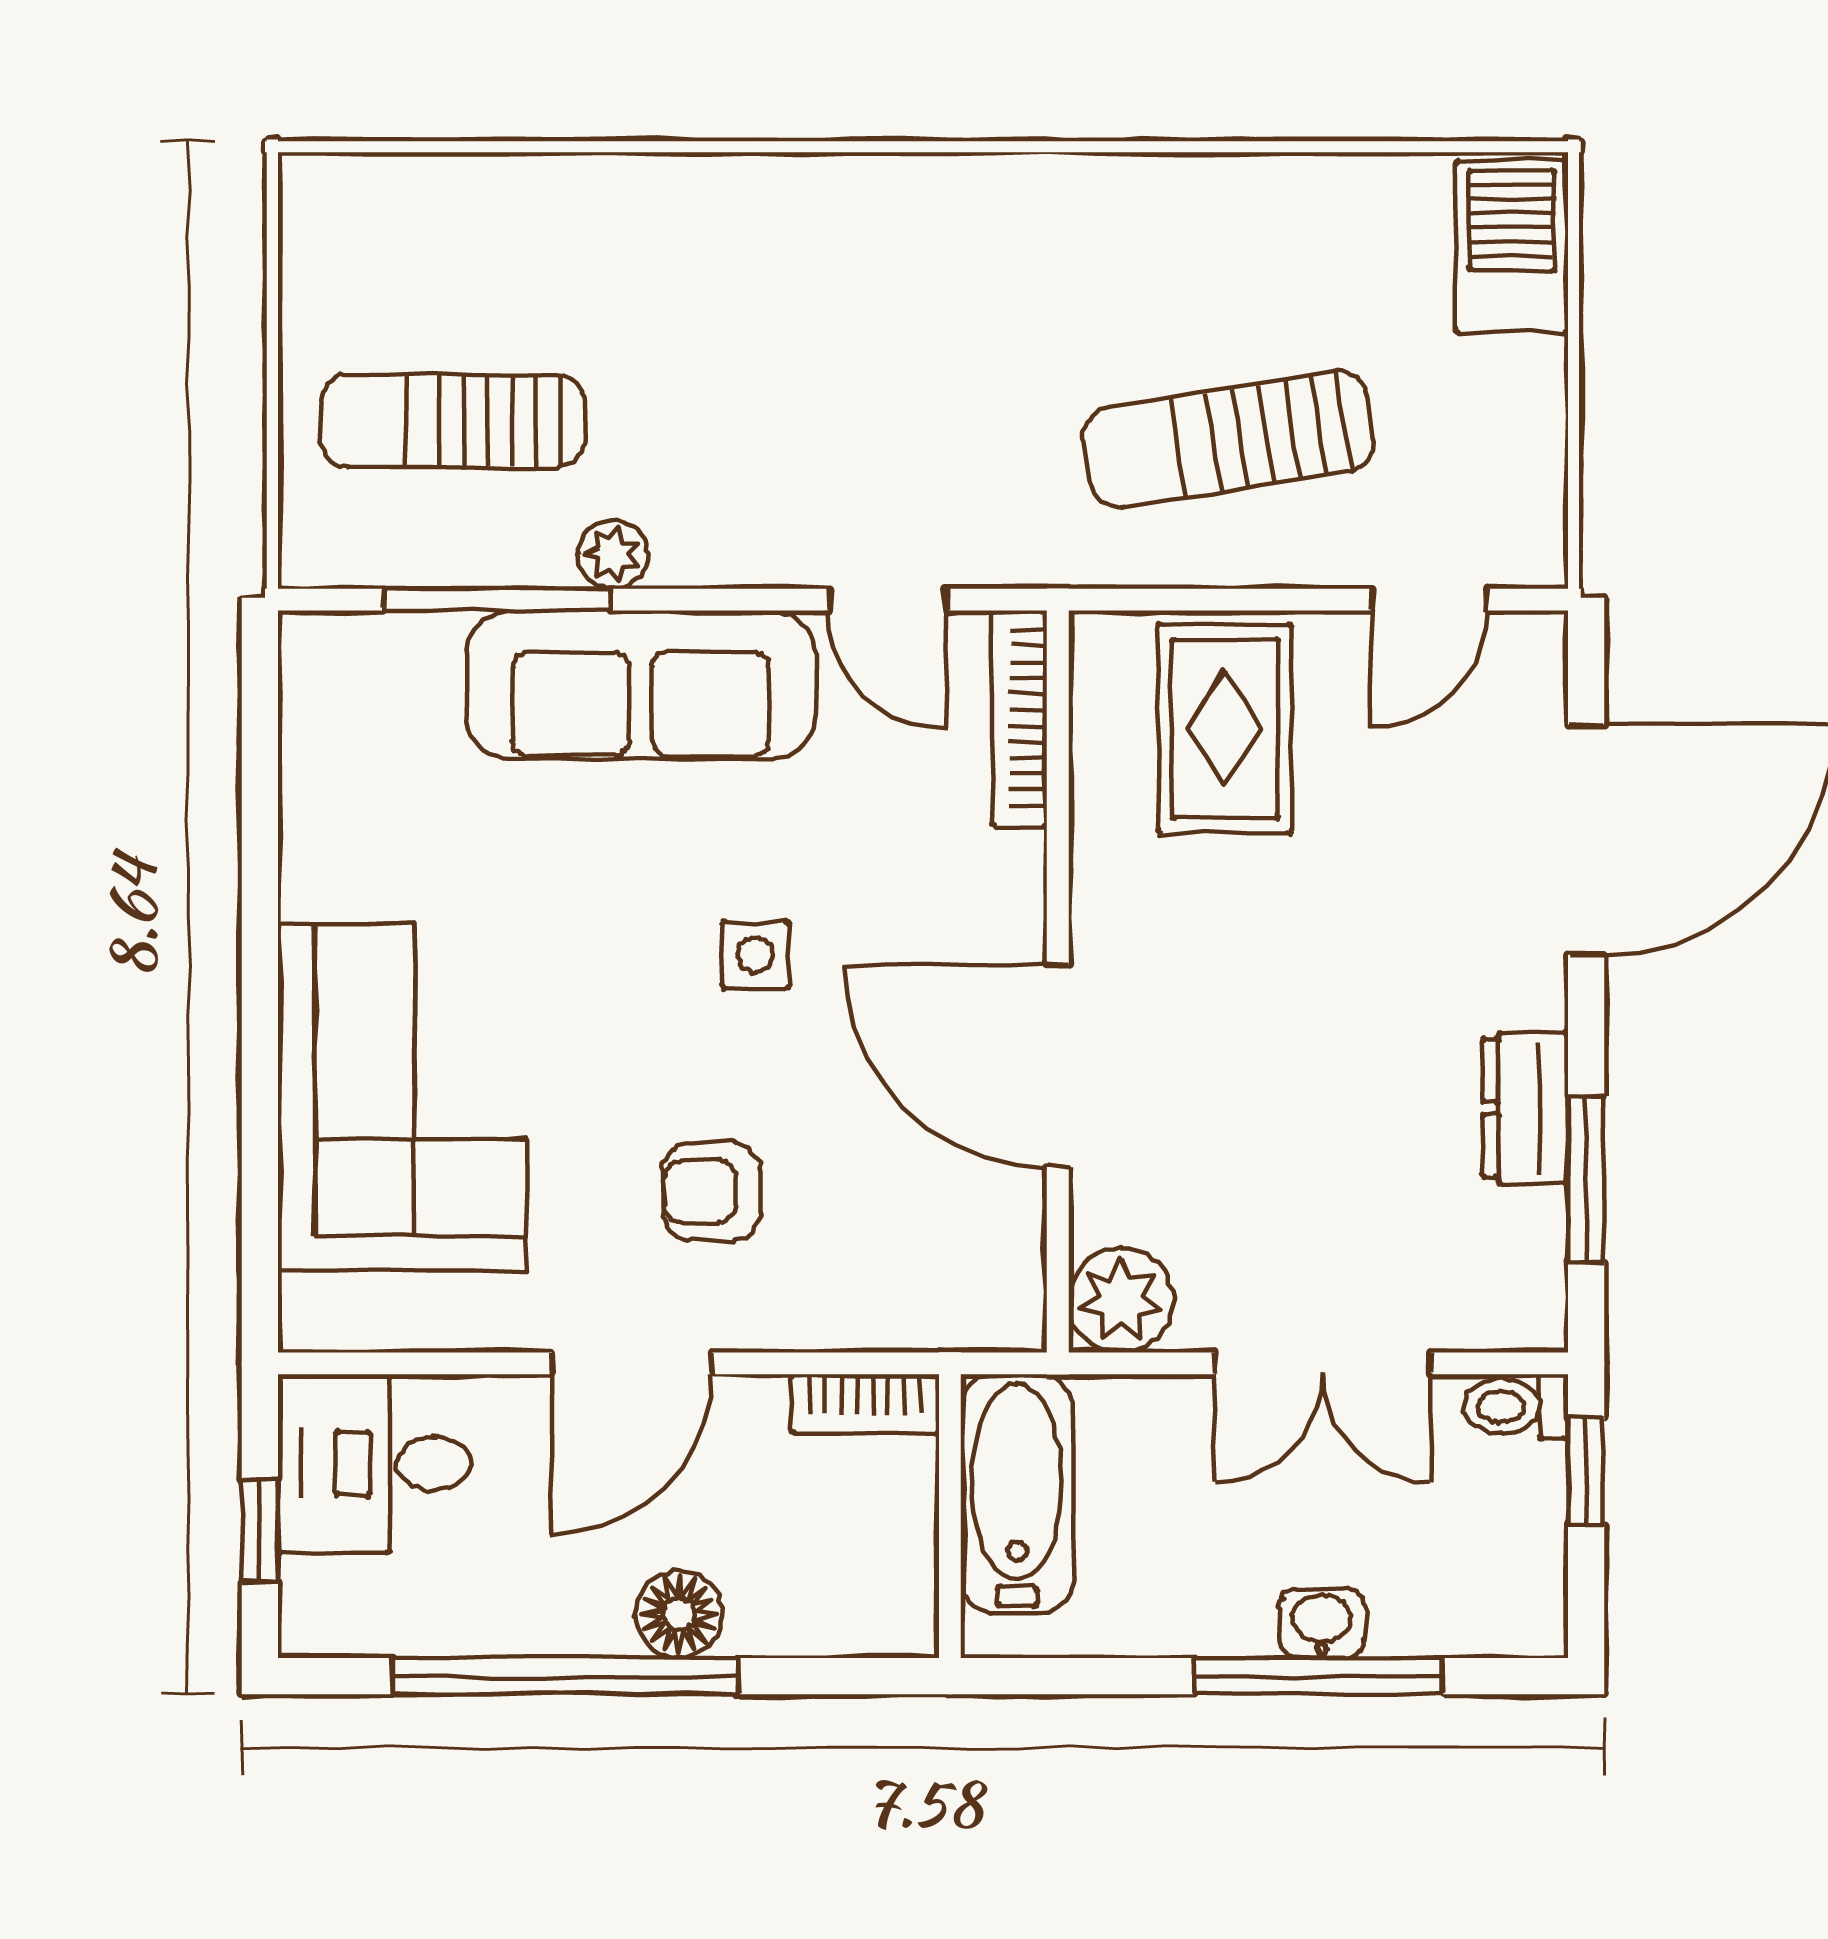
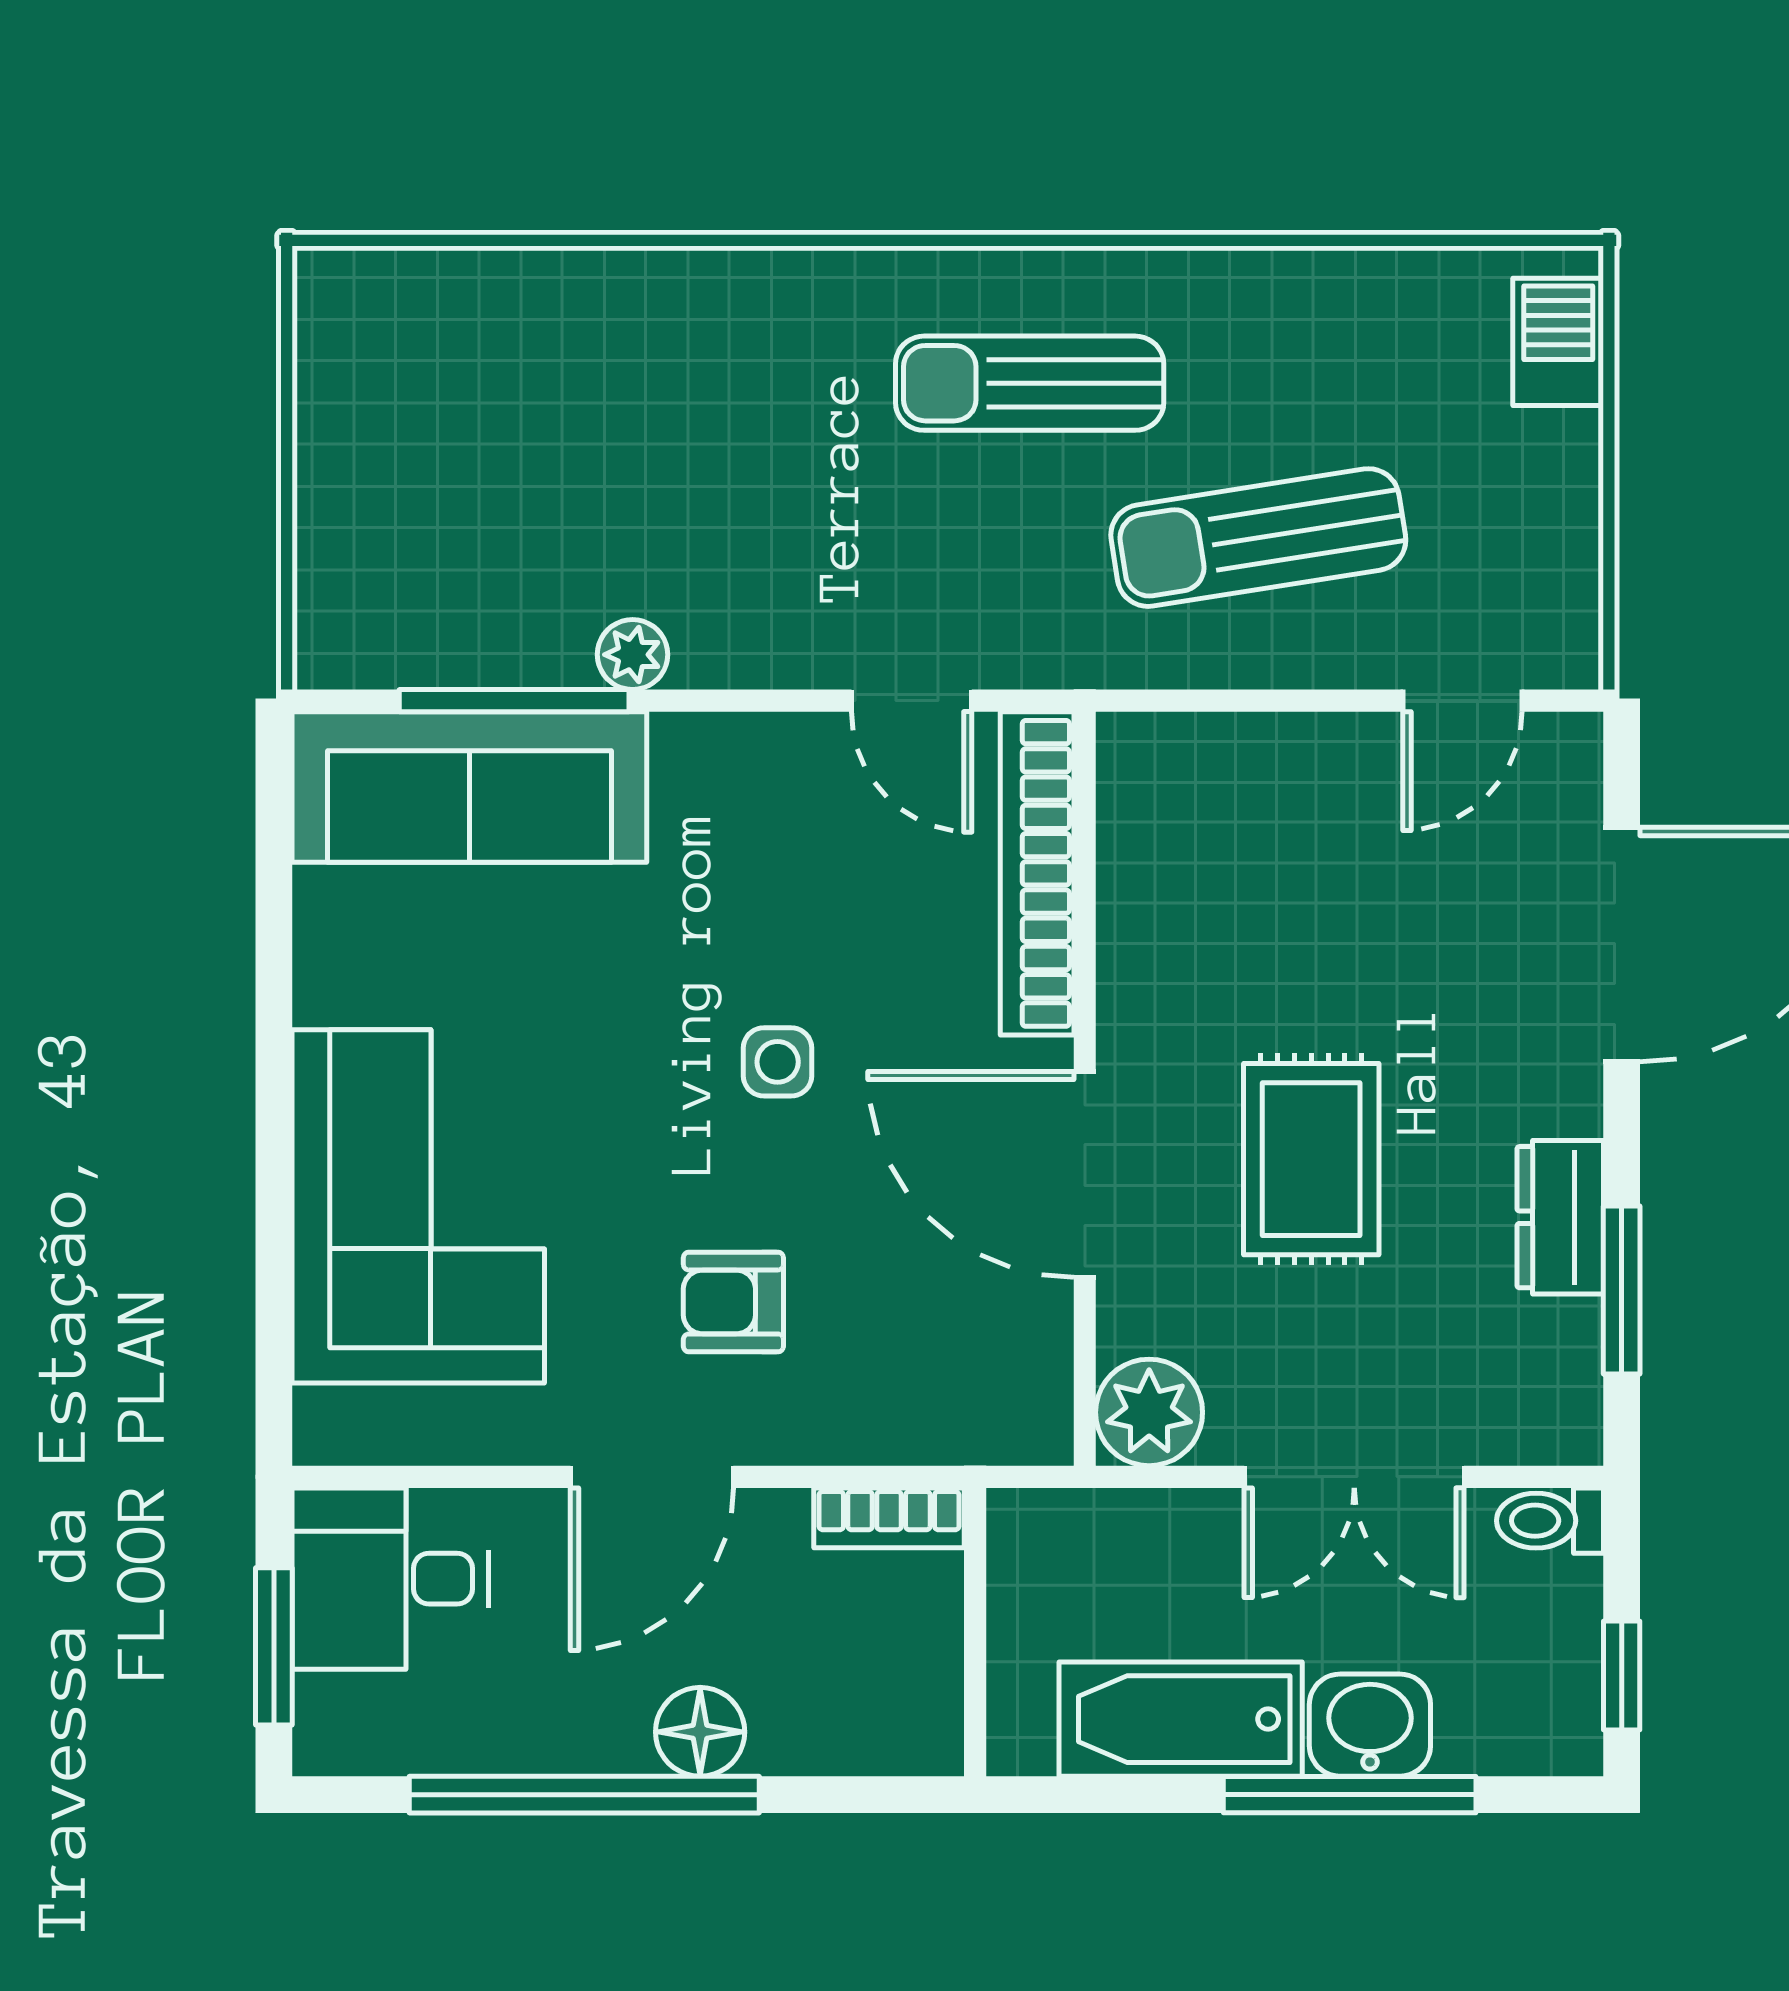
barbecue: (1512, 247) -> (1558, 342), width x0.73, depth x0.79
sun lounger: (453, 421) -> (1030, 383), moved
sofa: (641, 685) -> (469, 787), moved
bookcase: (1019, 718) -> (1037, 873), width x1.48, depth x1.31
rug: (1225, 729) -> (1311, 1159), moved
window: (1586, 1471) -> (1622, 1675), moved
bathtub: (1017, 1494) -> (1181, 1719), moved, turned -90
window: (260, 1530) -> (274, 1646), width x1.50
washbasin: (1322, 1623) -> (1370, 1725), width x1.38, depth x1.45

